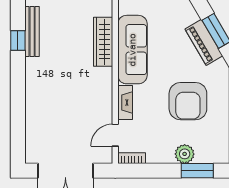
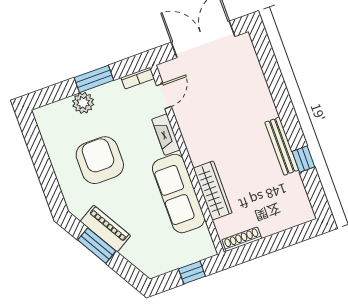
bench: (32, 32) -> (282, 146), moved
window: (197, 171) -> (94, 79), moved

